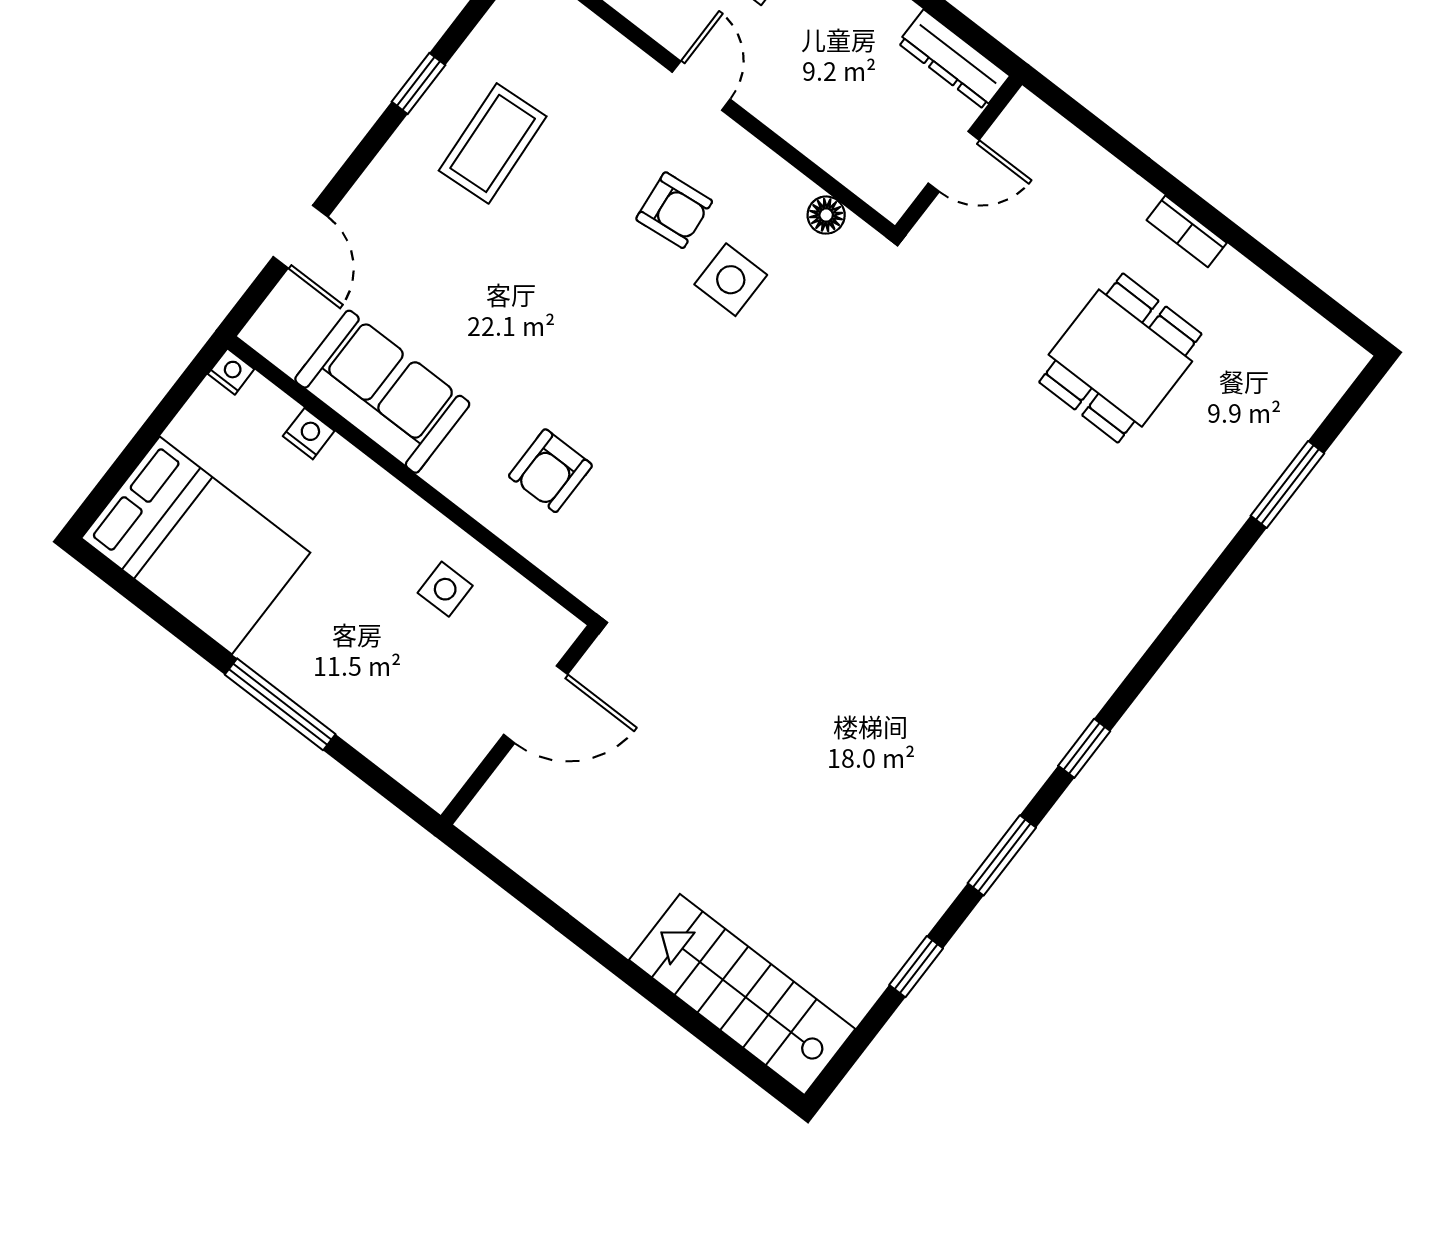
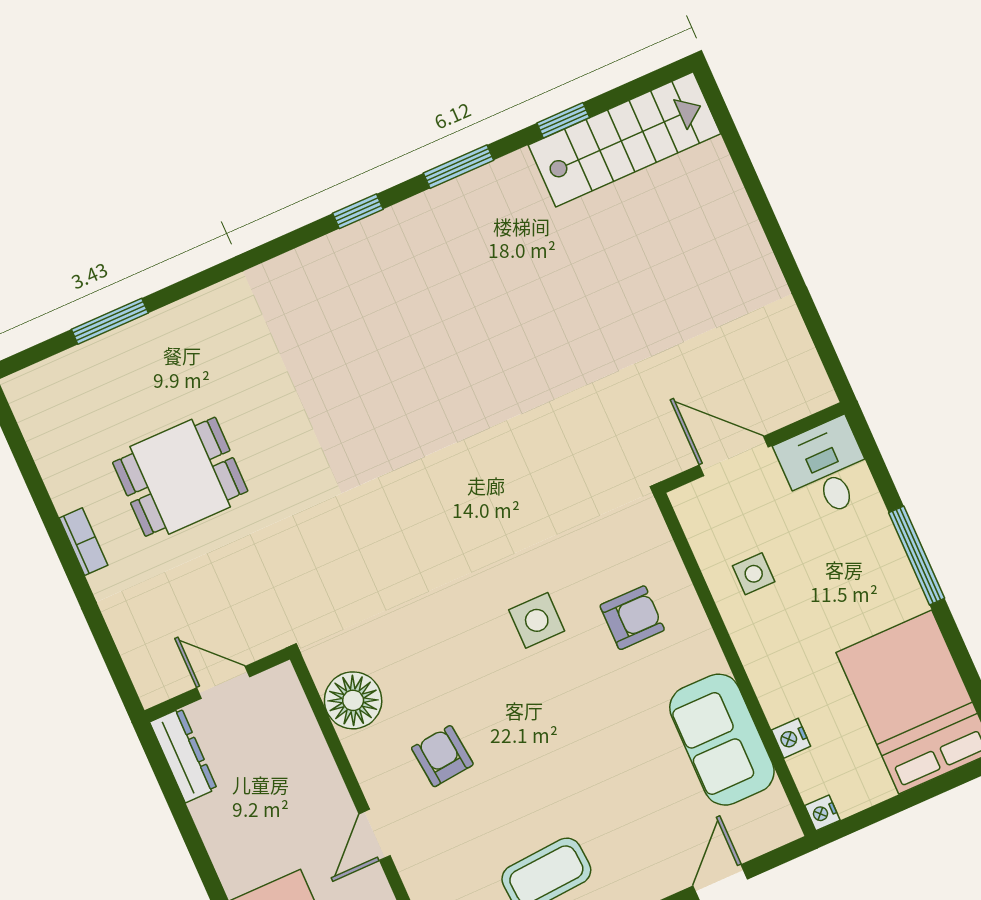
floor lamp: (826, 215) -> (353, 700), width x1.89, depth x1.89
side table: (731, 280) -> (537, 620), moved
desk: (429, 744) -> (826, 469), added
stairs: (742, 994) -> (624, 139), moved, turned -90

